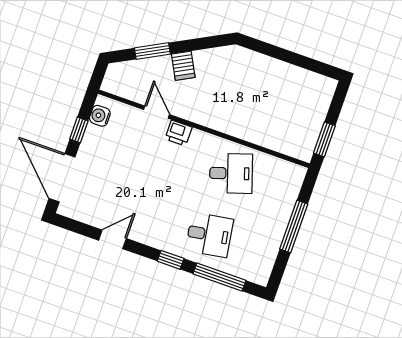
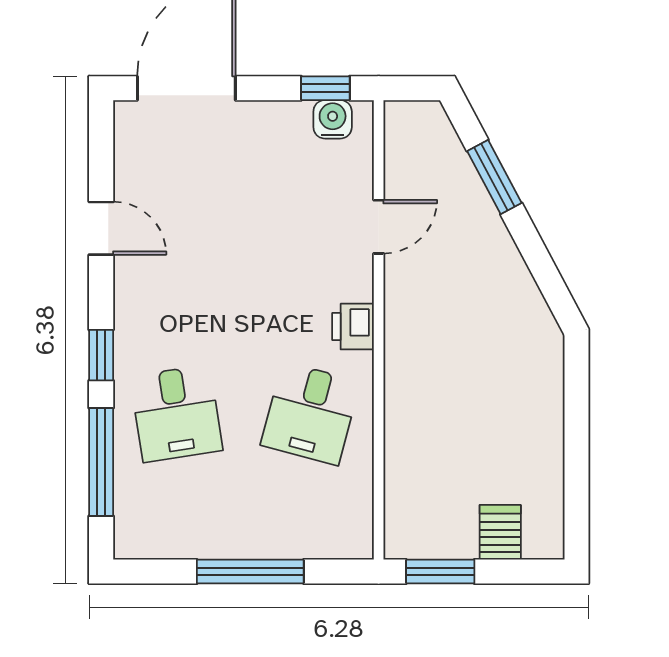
server rack: (183, 66) -> (500, 532), moved, turned 118
window: (79, 130) -> (325, 88), moved
printer: (178, 133) -> (353, 327), moved
desk: (231, 173) -> (310, 413), turned 33

